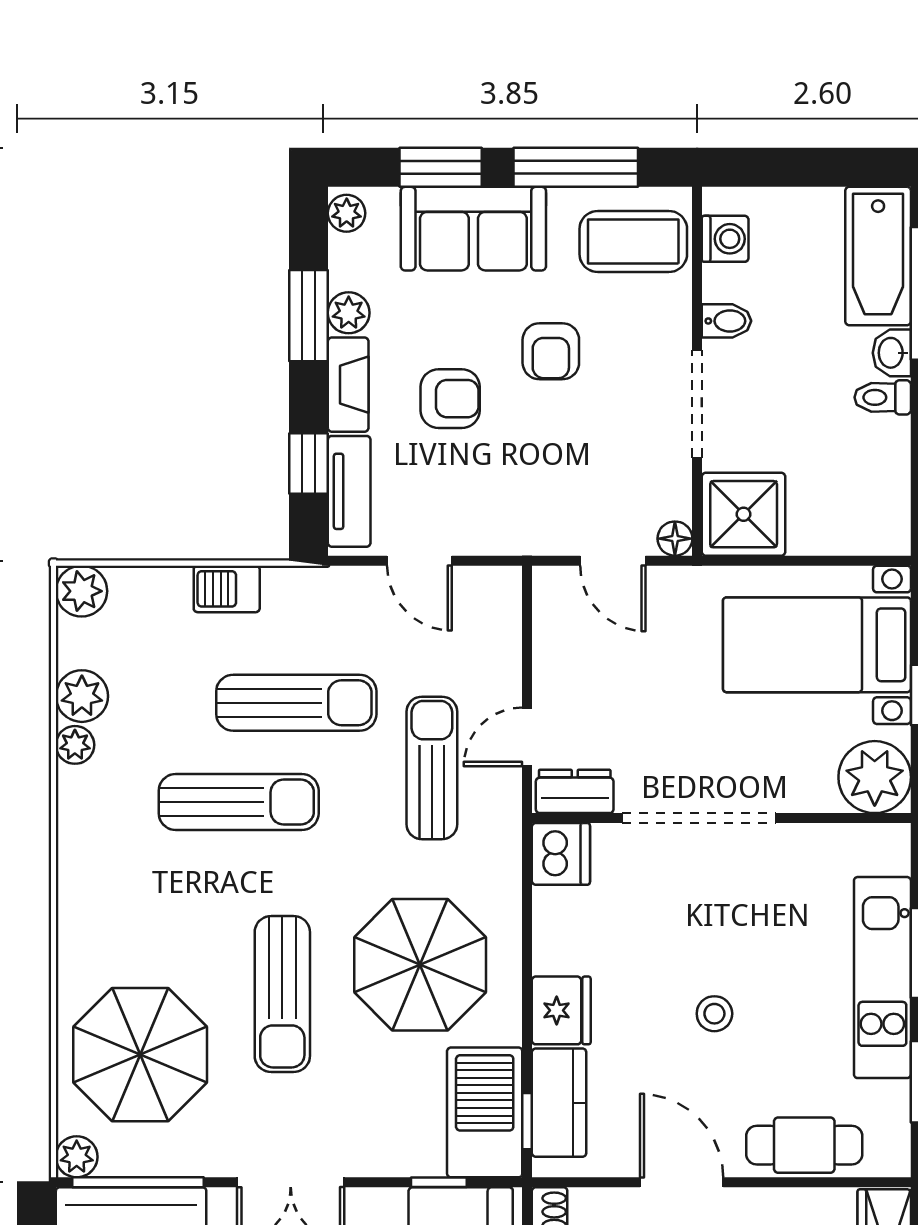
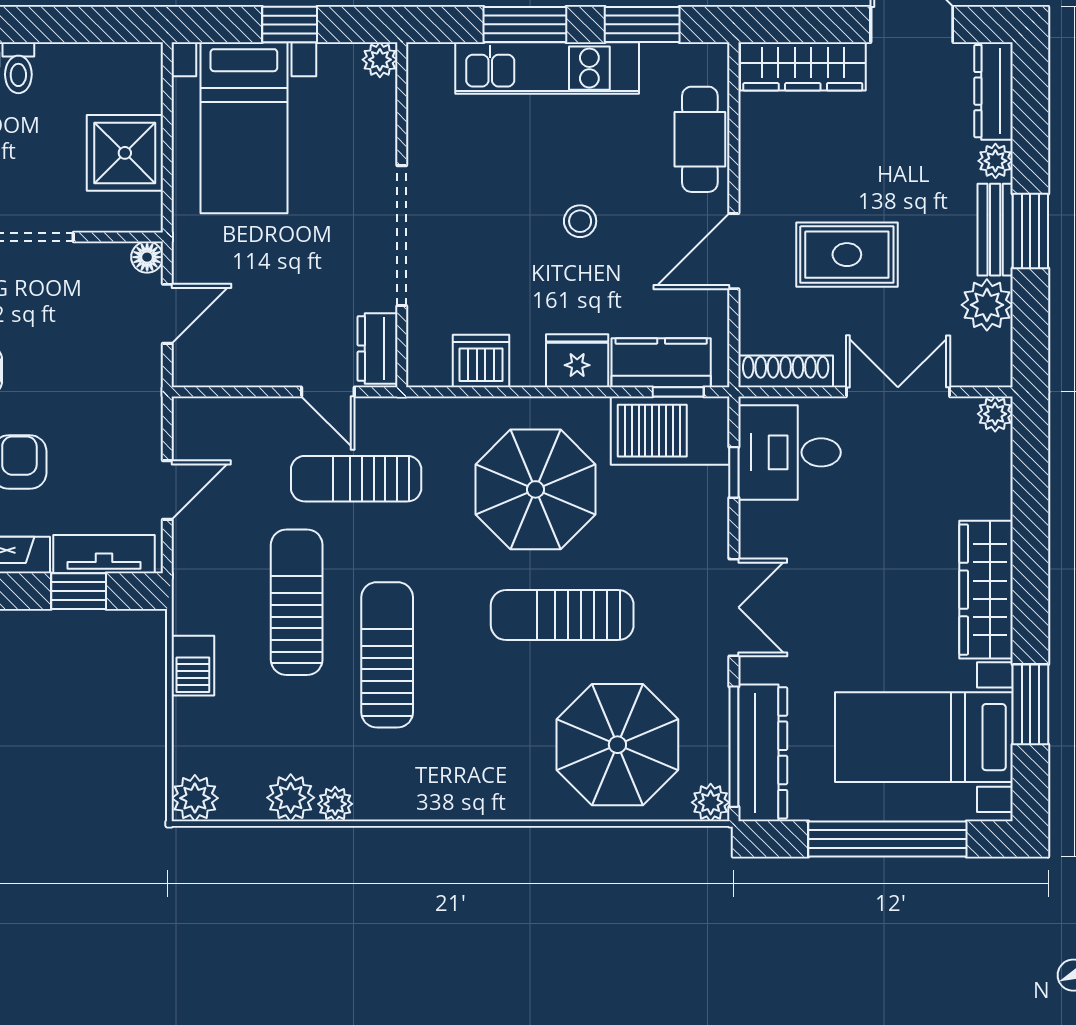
shower: (744, 514) -> (125, 153), moved
plant: (875, 777) -> (380, 60), width x0.53, depth x0.53
dishwasher: (561, 854) -> (481, 361), moved
sun lounger: (282, 994) -> (562, 615), turned 180

